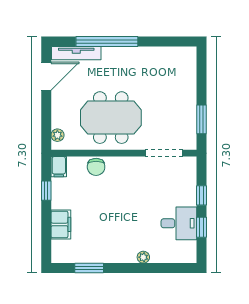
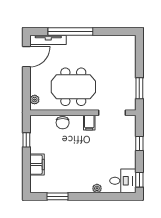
filing cabinet: (59, 167) -> (89, 123), moved
desk: (179, 223) -> (123, 181), moved
window: (202, 227) -> (139, 180), moved

